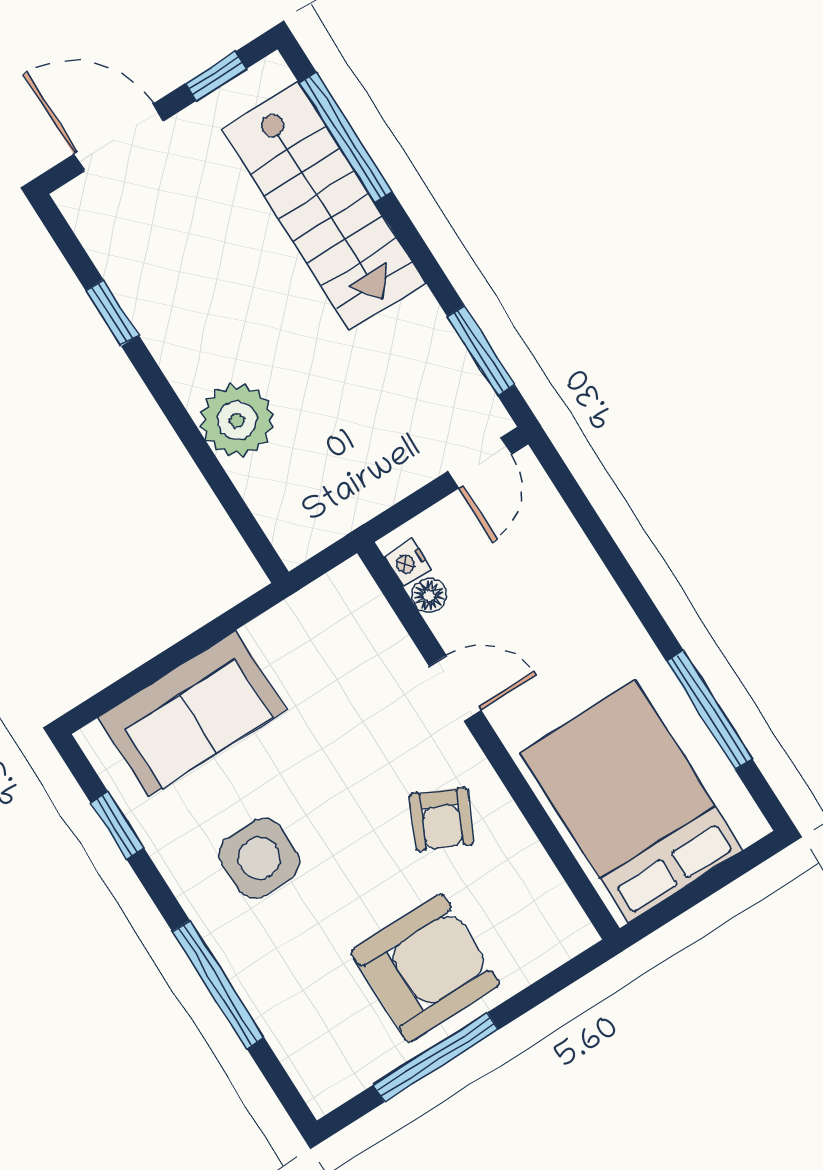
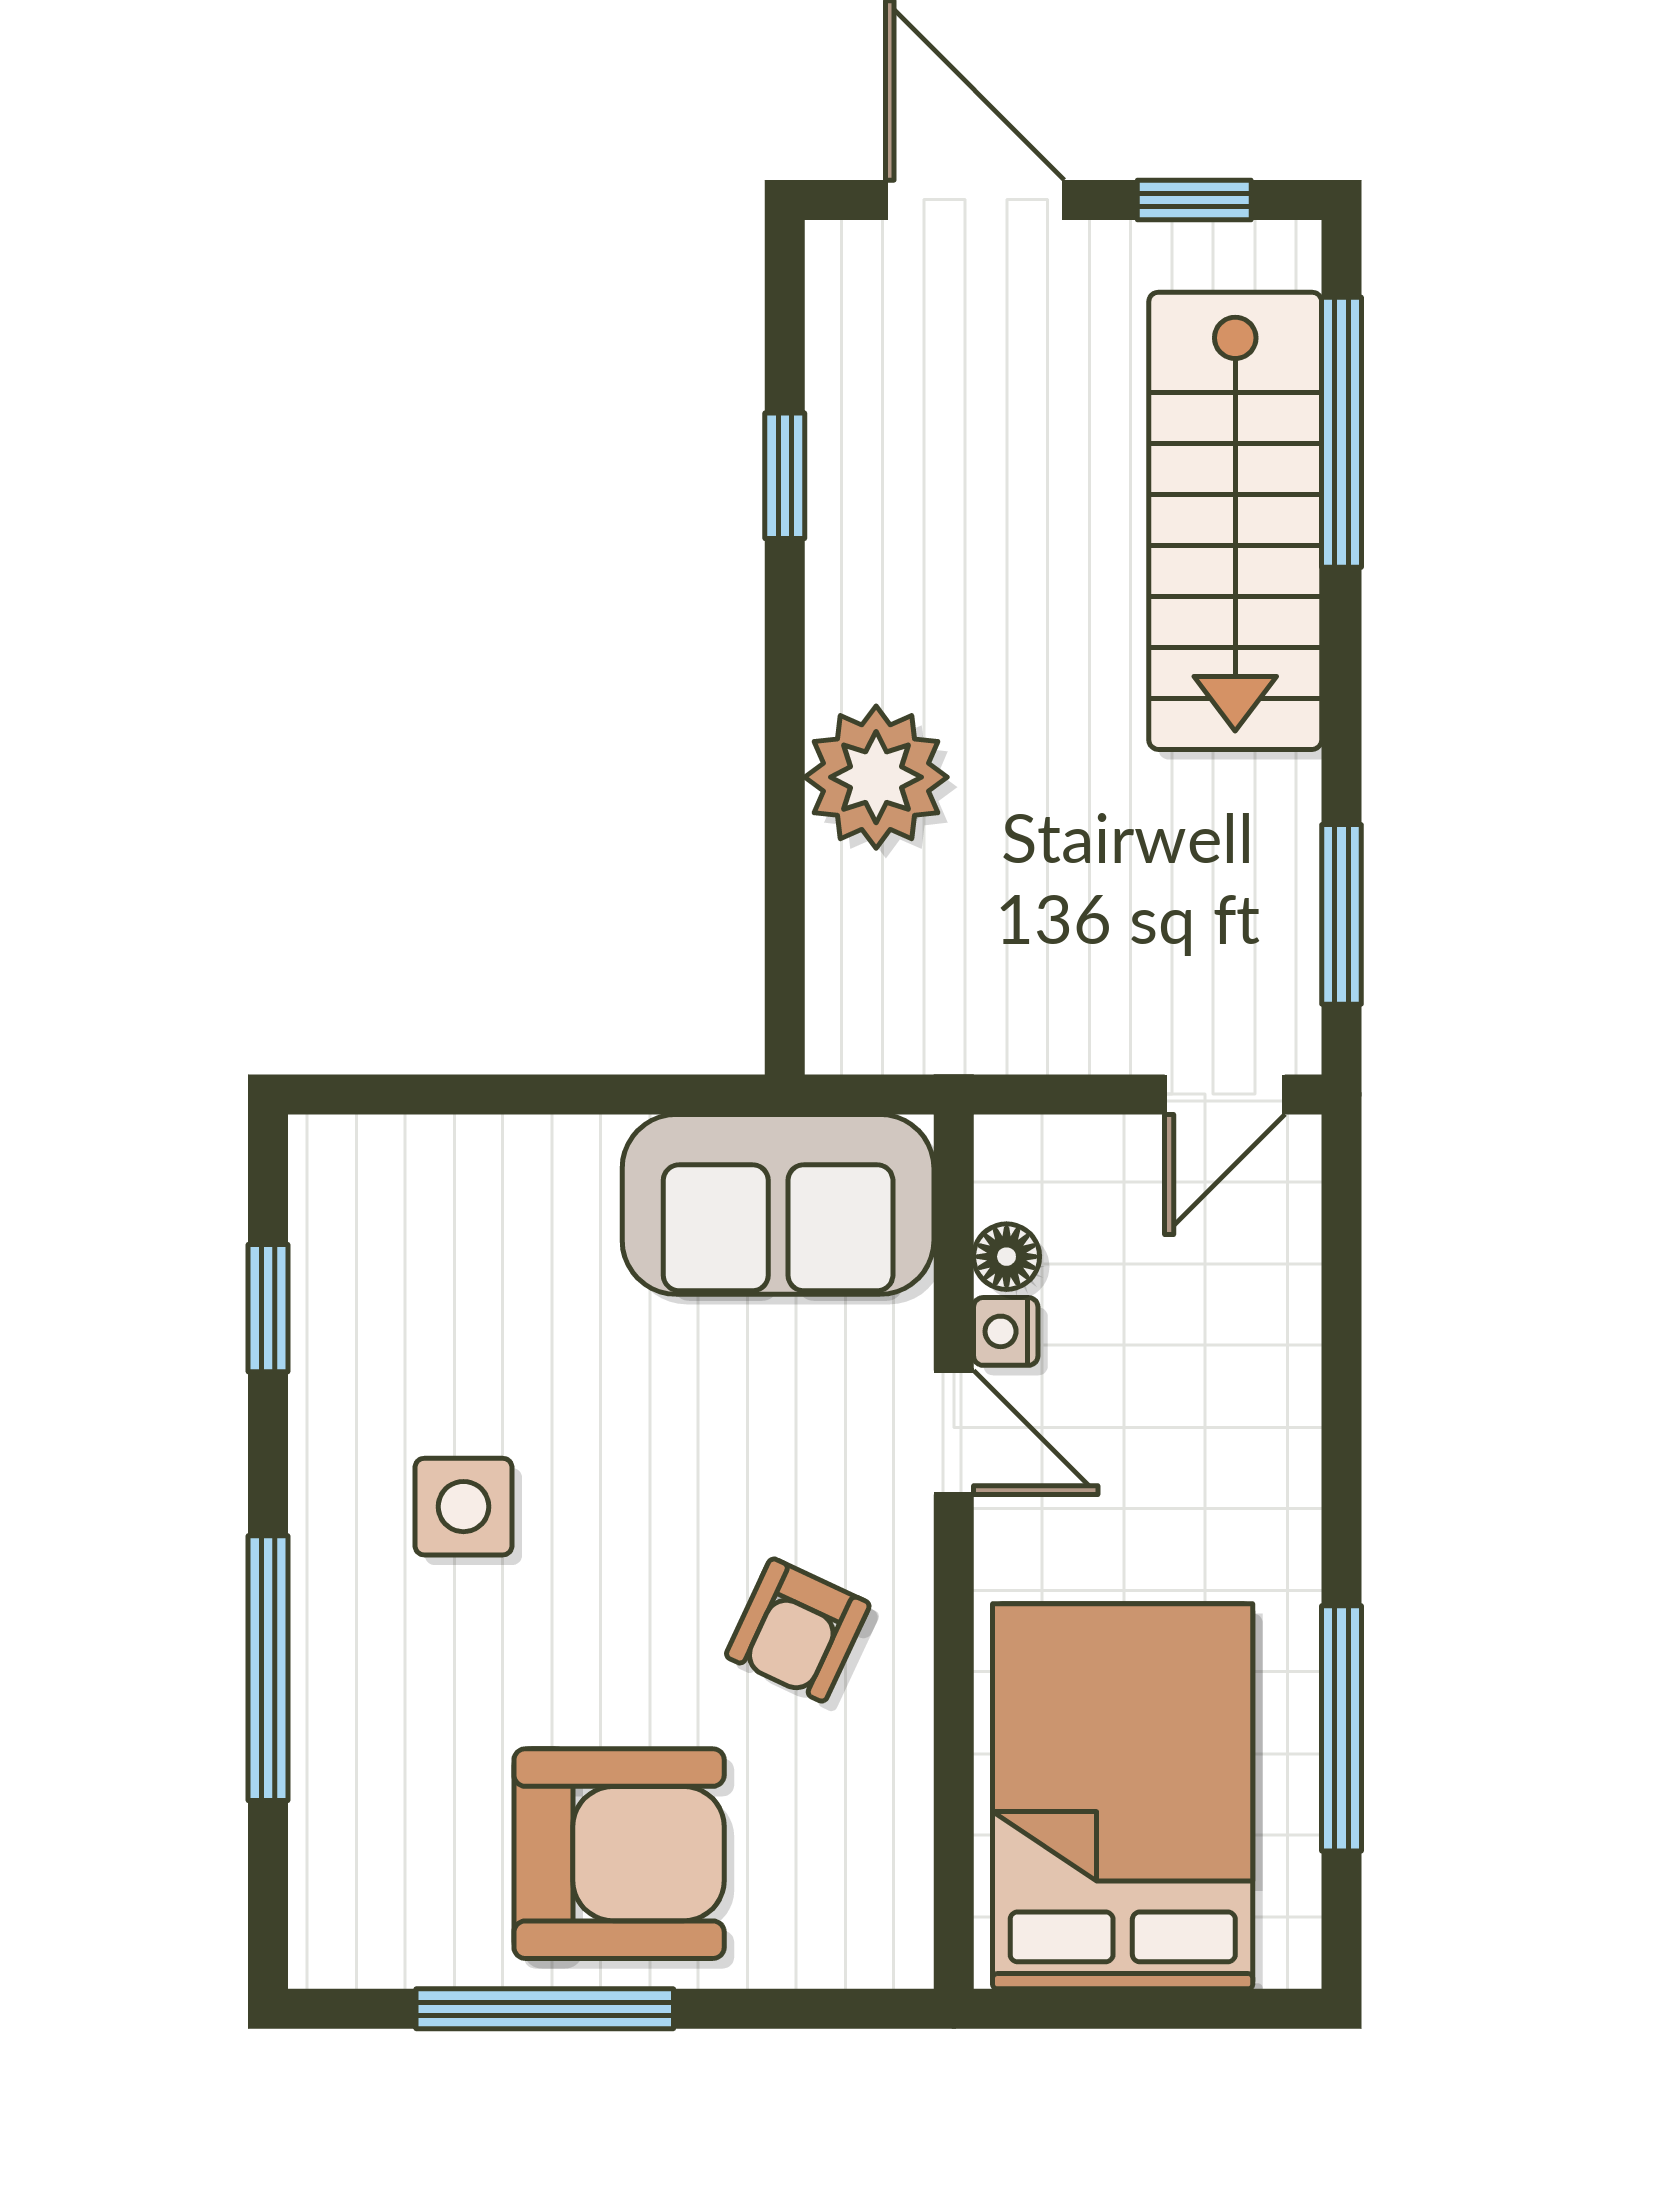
nightstand: (408, 563) -> (1006, 1331), moved
sofa: (192, 713) -> (778, 1204), moved
side table: (259, 858) -> (463, 1507), width x0.73, depth x0.73

